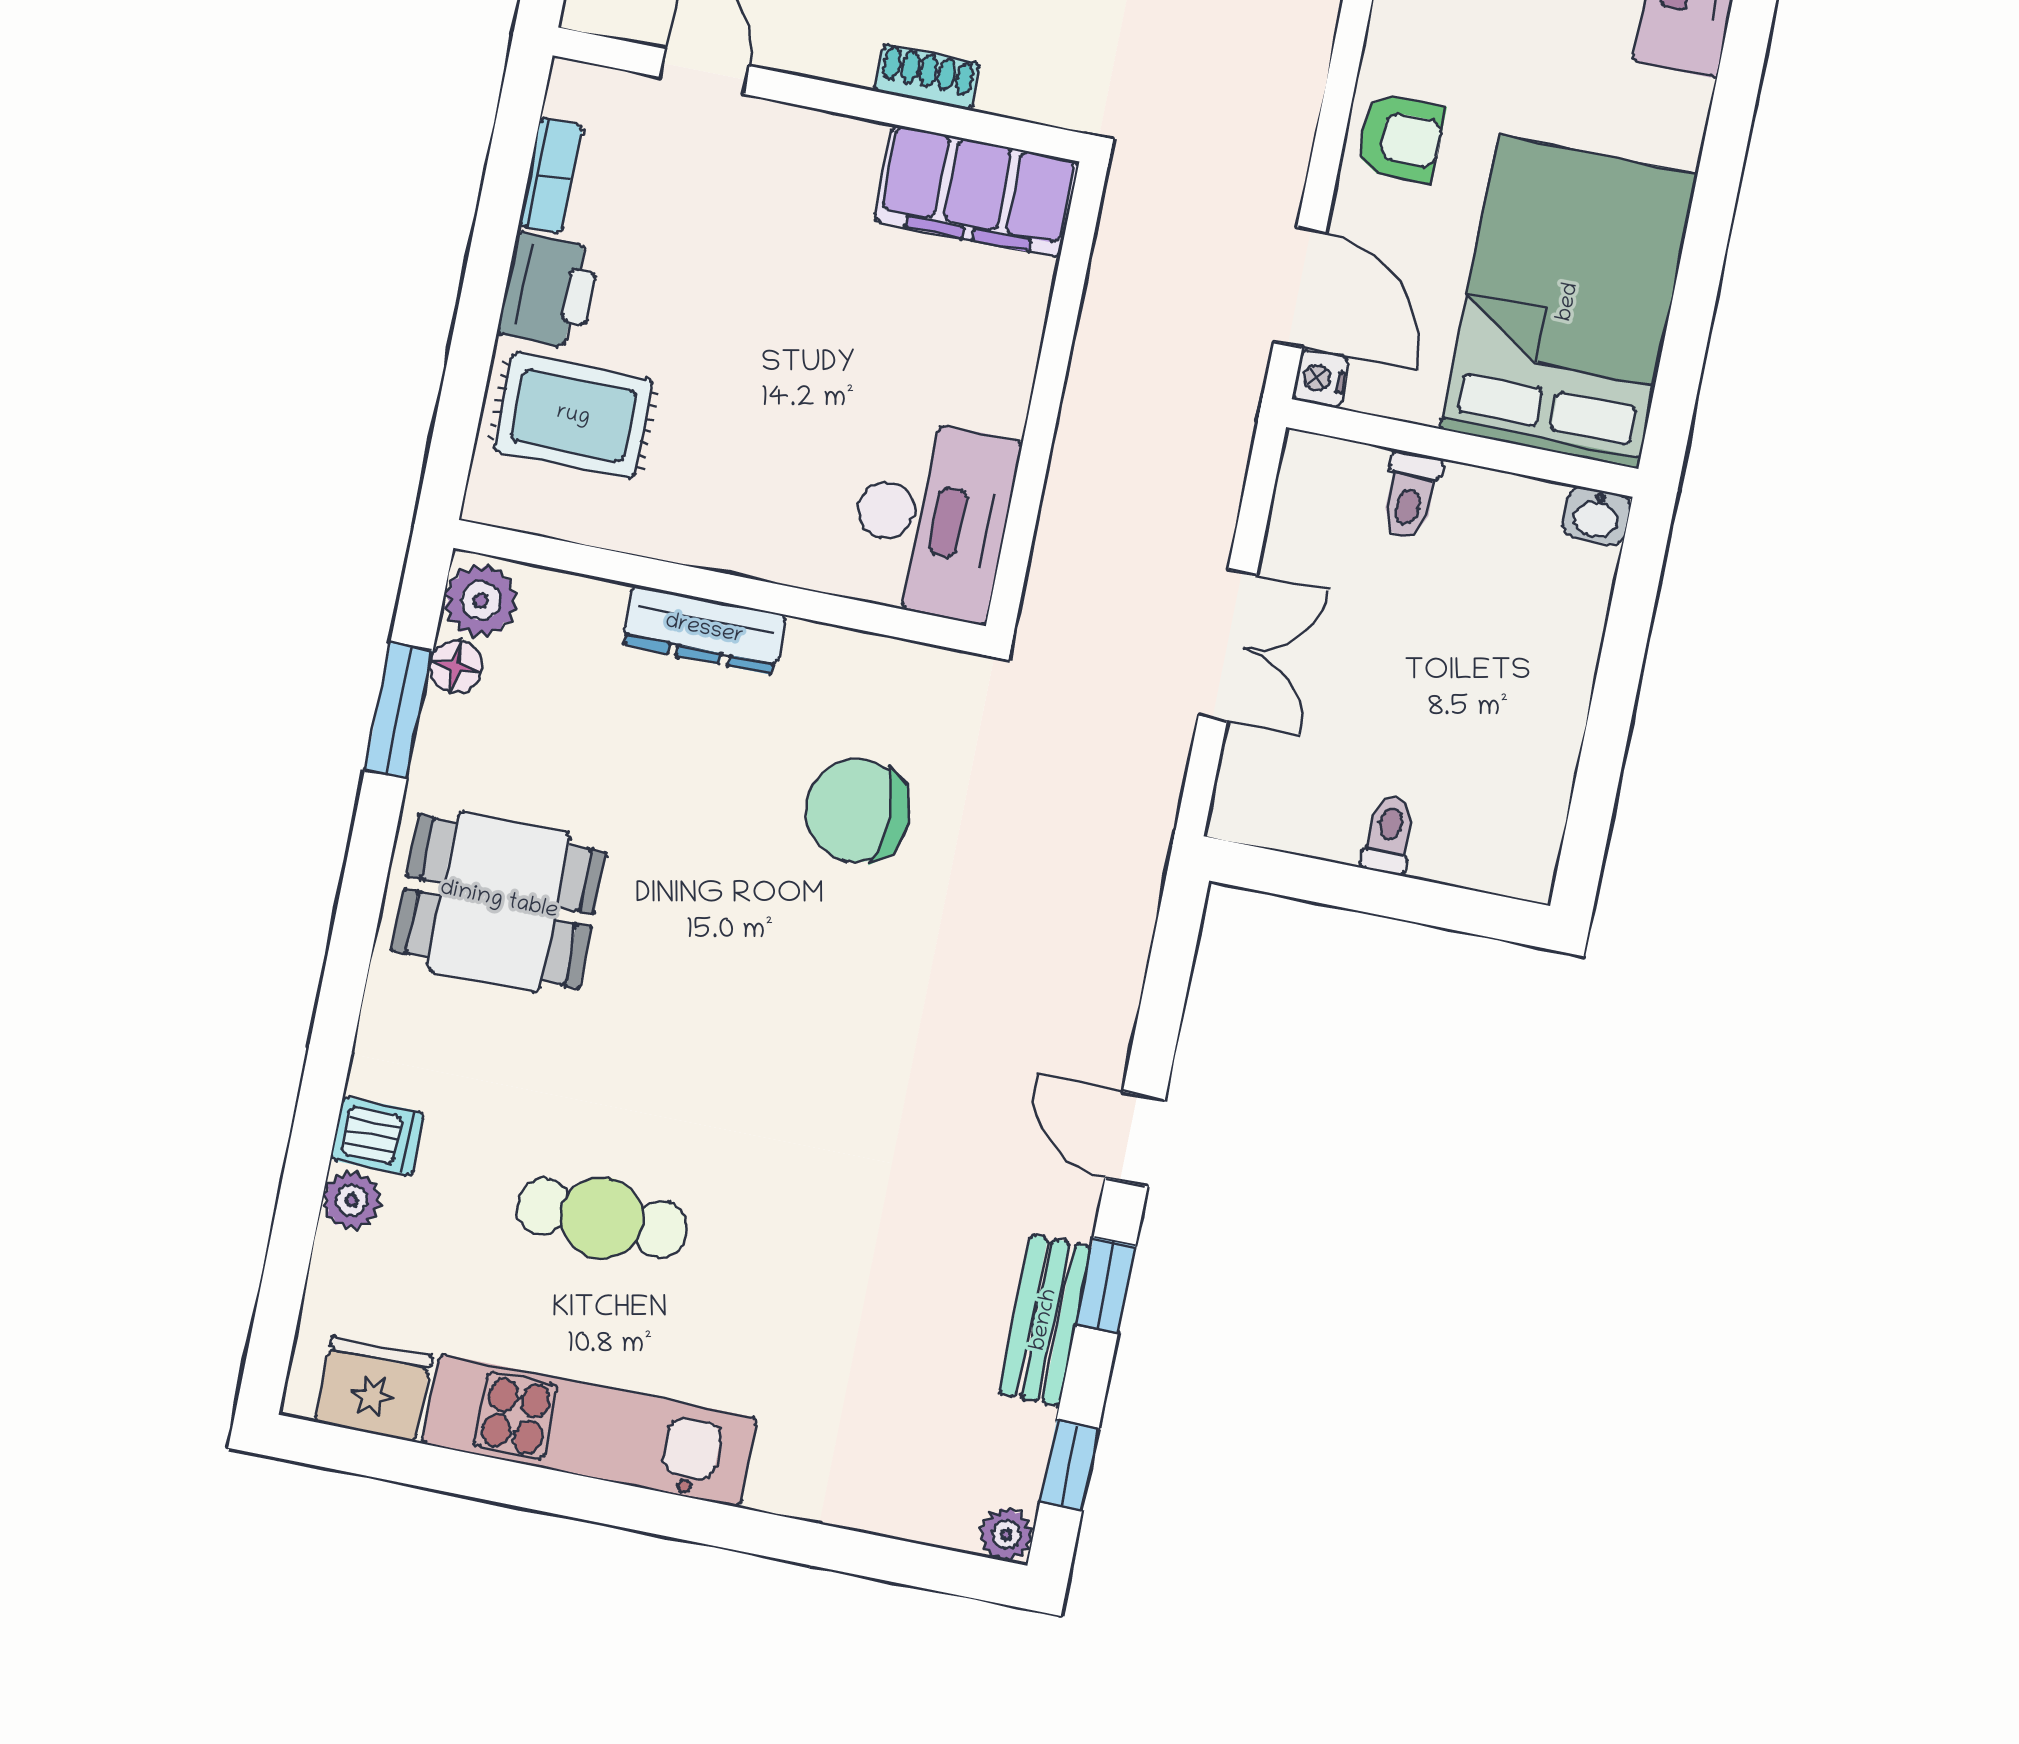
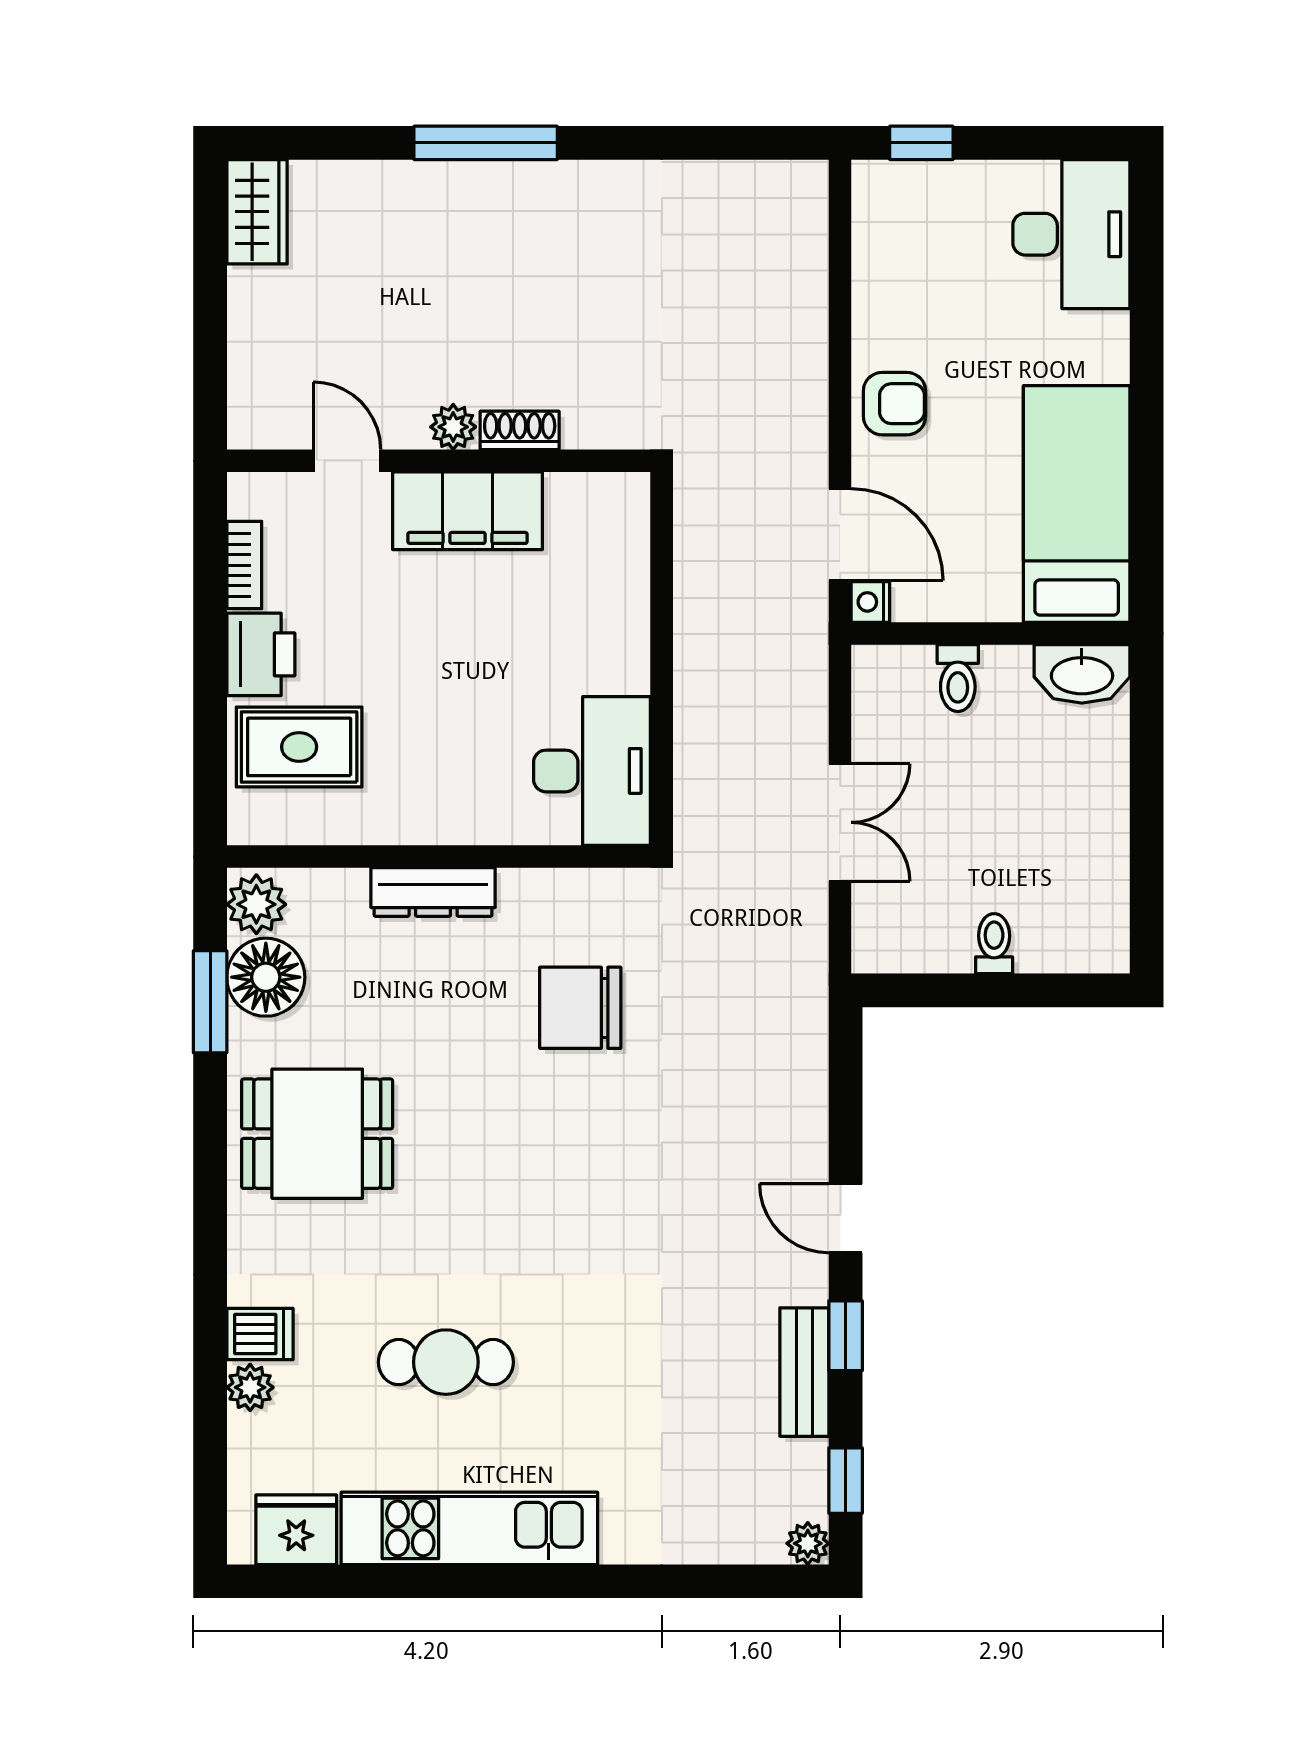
plant: (845, 56) -> (453, 427), added
filing cabinet: (977, 191) -> (468, 511), moved
bed: (1569, 302) -> (1077, 504), width x0.67
washbasin: (1597, 516) -> (1082, 674), width x1.91, depth x1.45
floor lamp: (456, 666) -> (266, 977), width x1.89, depth x1.89

